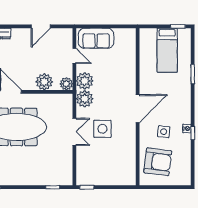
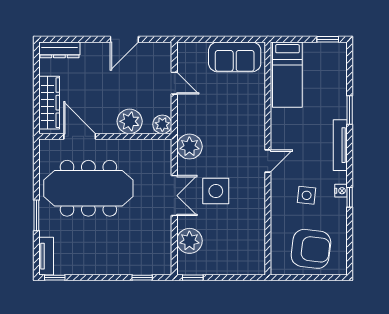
sofa: (96, 38) -> (235, 57), moved
bed: (167, 50) -> (287, 75), moved
plant: (85, 81) -> (189, 241), moved
tv unit: (186, 98) -> (340, 145), added
door: (138, 109) -> (268, 161), width x0.53
armchair: (158, 162) -> (311, 249), moved

